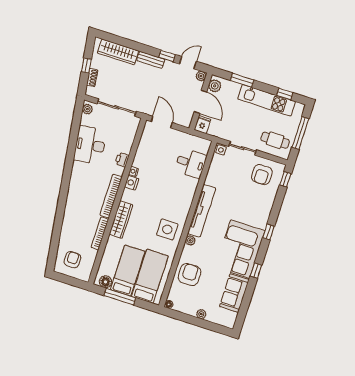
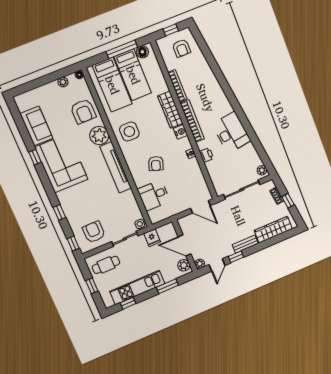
fridge: (202, 125) -> (152, 238), moved
window: (300, 133) -> (92, 286), width x0.46
desk: (90, 145) -> (231, 133), moved
nightstand: (132, 183) -> (180, 132), moved
armchair: (168, 187) -> (156, 164), added
window: (268, 232) -> (59, 212), moved
plant: (190, 240) -> (99, 136), width x1.87, depth x1.87
window: (69, 280) -> (171, 30), added
plant: (201, 314) -> (63, 82), moved

